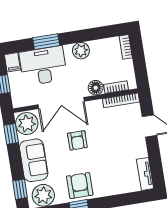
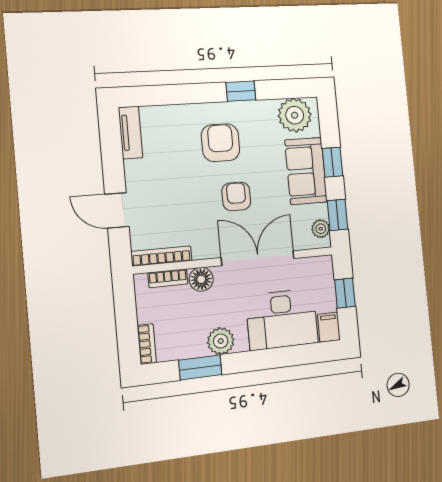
window: (46, 42) -> (200, 367), moved
plant: (27, 124) -> (321, 229), width x0.53, depth x0.53
armchair: (80, 186) -> (221, 143), moved, turned 180
window: (20, 189) -> (332, 162), moved

